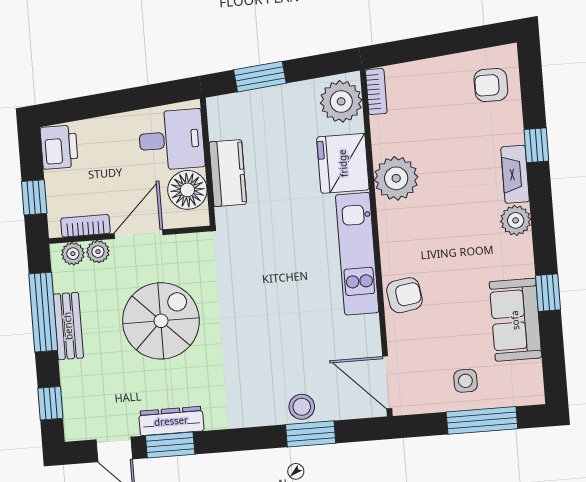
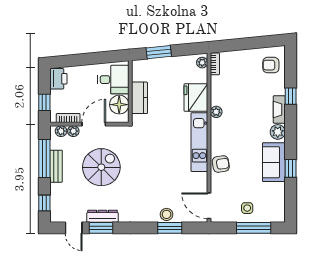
plant: (341, 101) -> (202, 63), width x0.53, depth x0.53
plant: (396, 178) -> (216, 112), width x0.53, depth x0.53
sofa: (515, 320) -> (274, 162), moved

